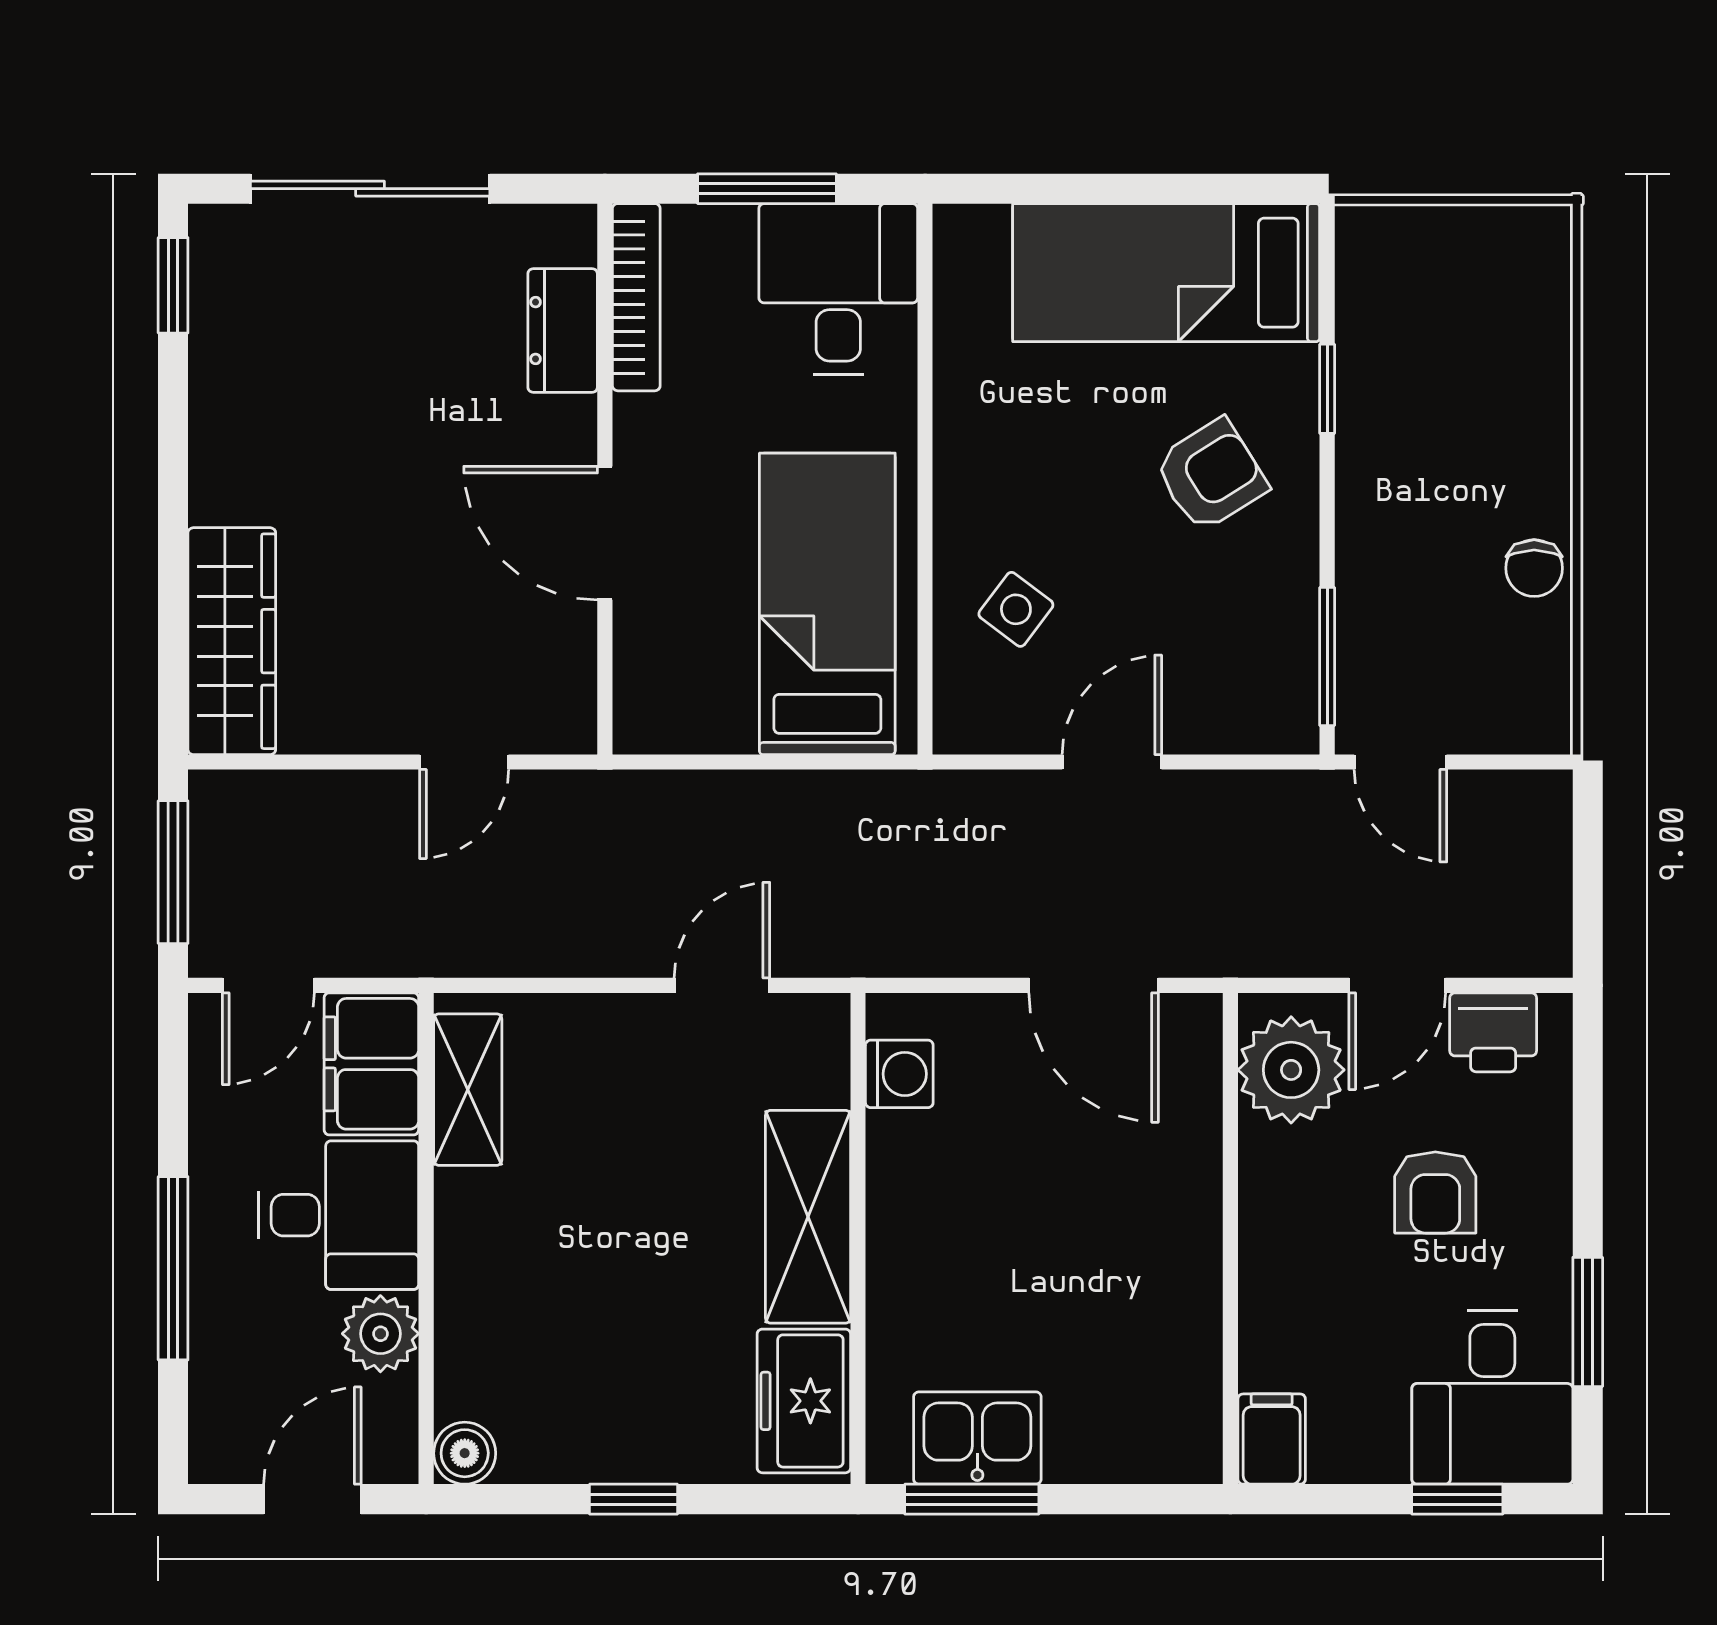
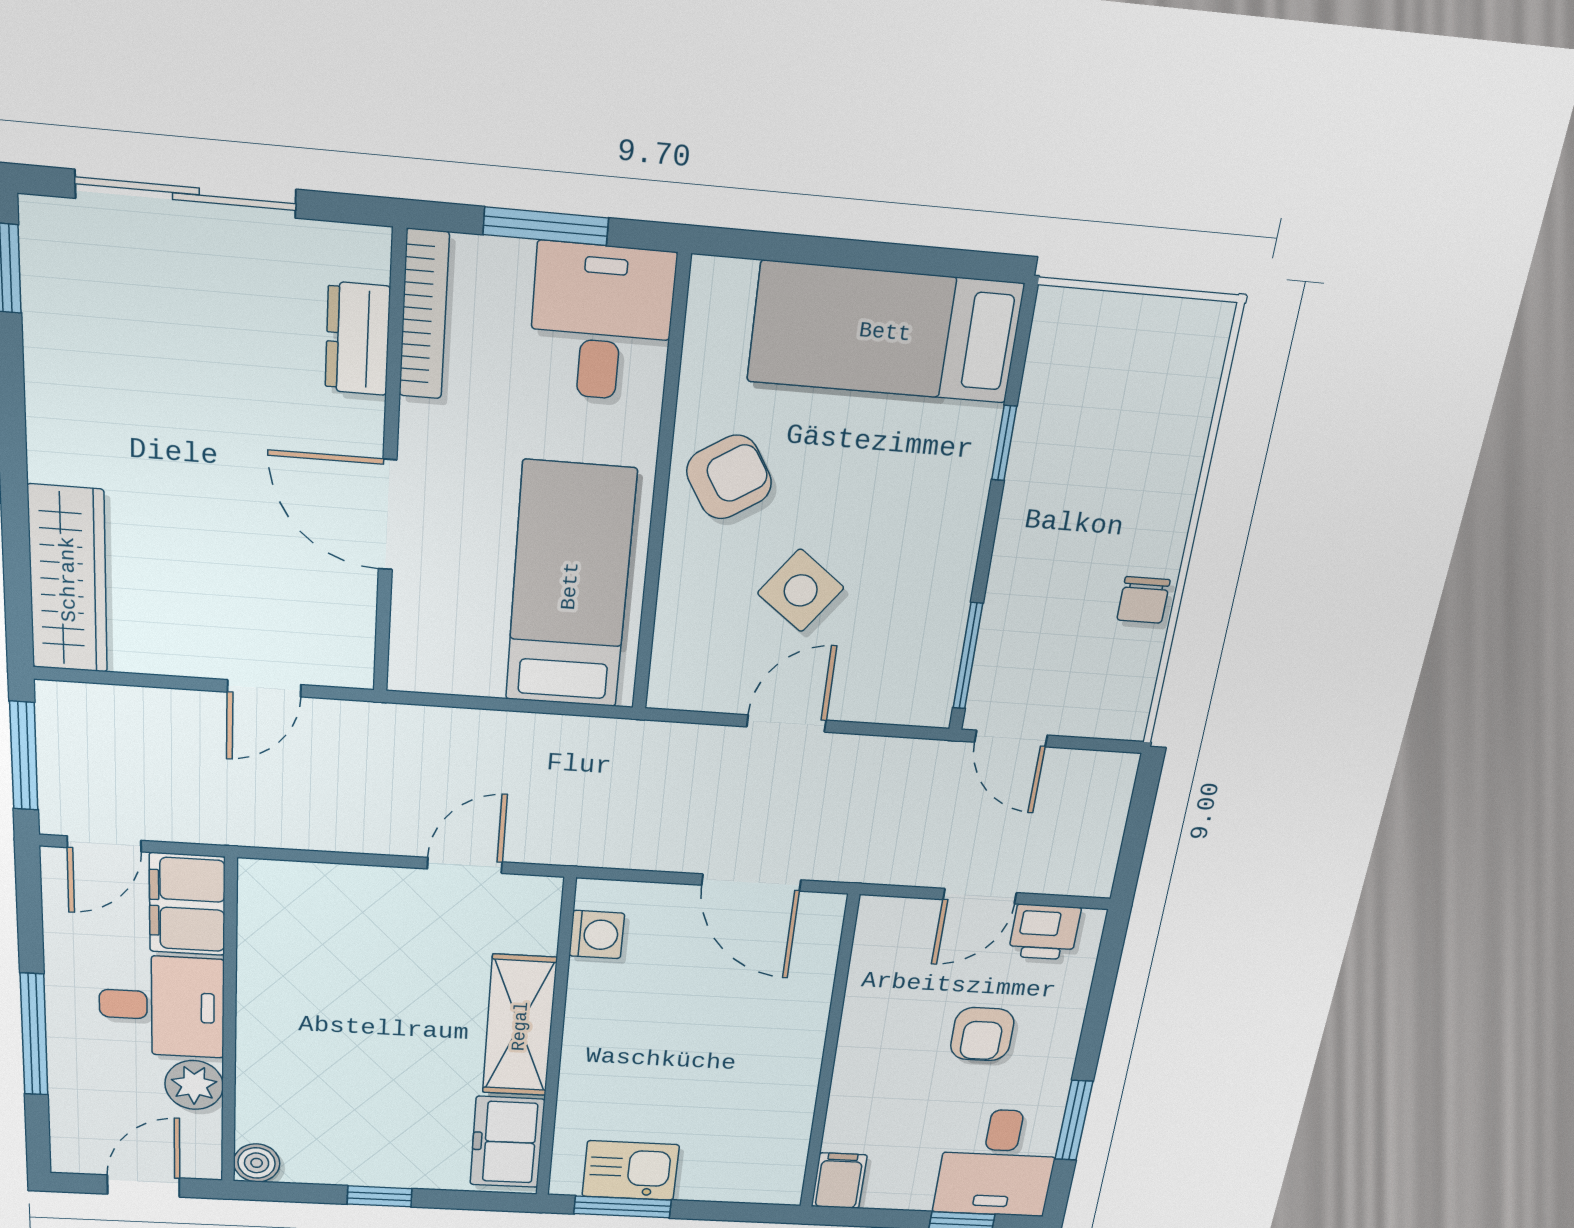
armchair: (1211, 475) -> (729, 477), moved
side table: (1016, 609) -> (801, 590), moved, width x1.37, depth x1.37
plant: (1291, 1070) -> (891, 949), removed
shelving: (468, 1090) -> (263, 926), removed

